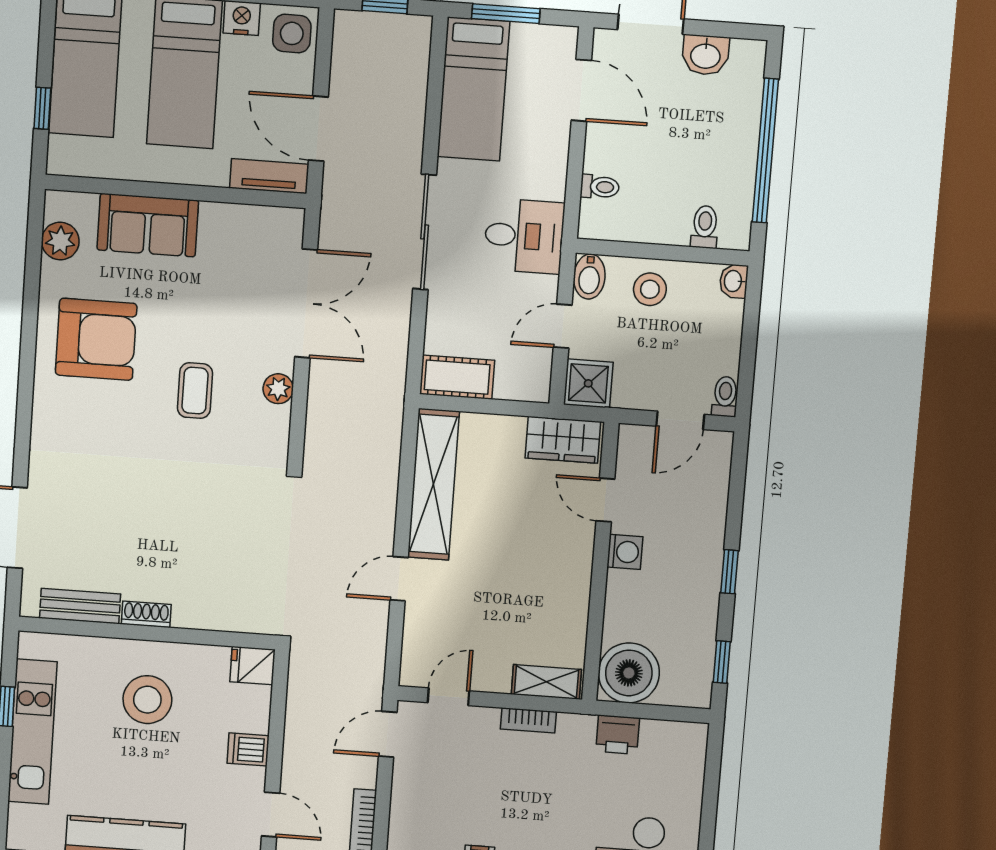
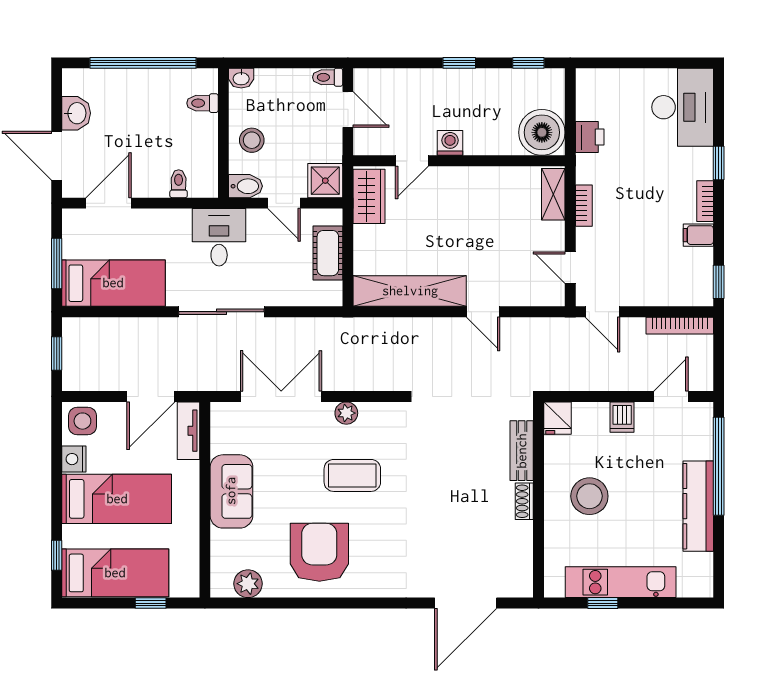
sofa: (148, 225) -> (231, 491), moved
cot: (457, 377) -> (328, 253), moved
coffee table: (195, 391) -> (352, 475), width x1.36, depth x1.30
bench: (80, 606) -> (522, 451), moved

